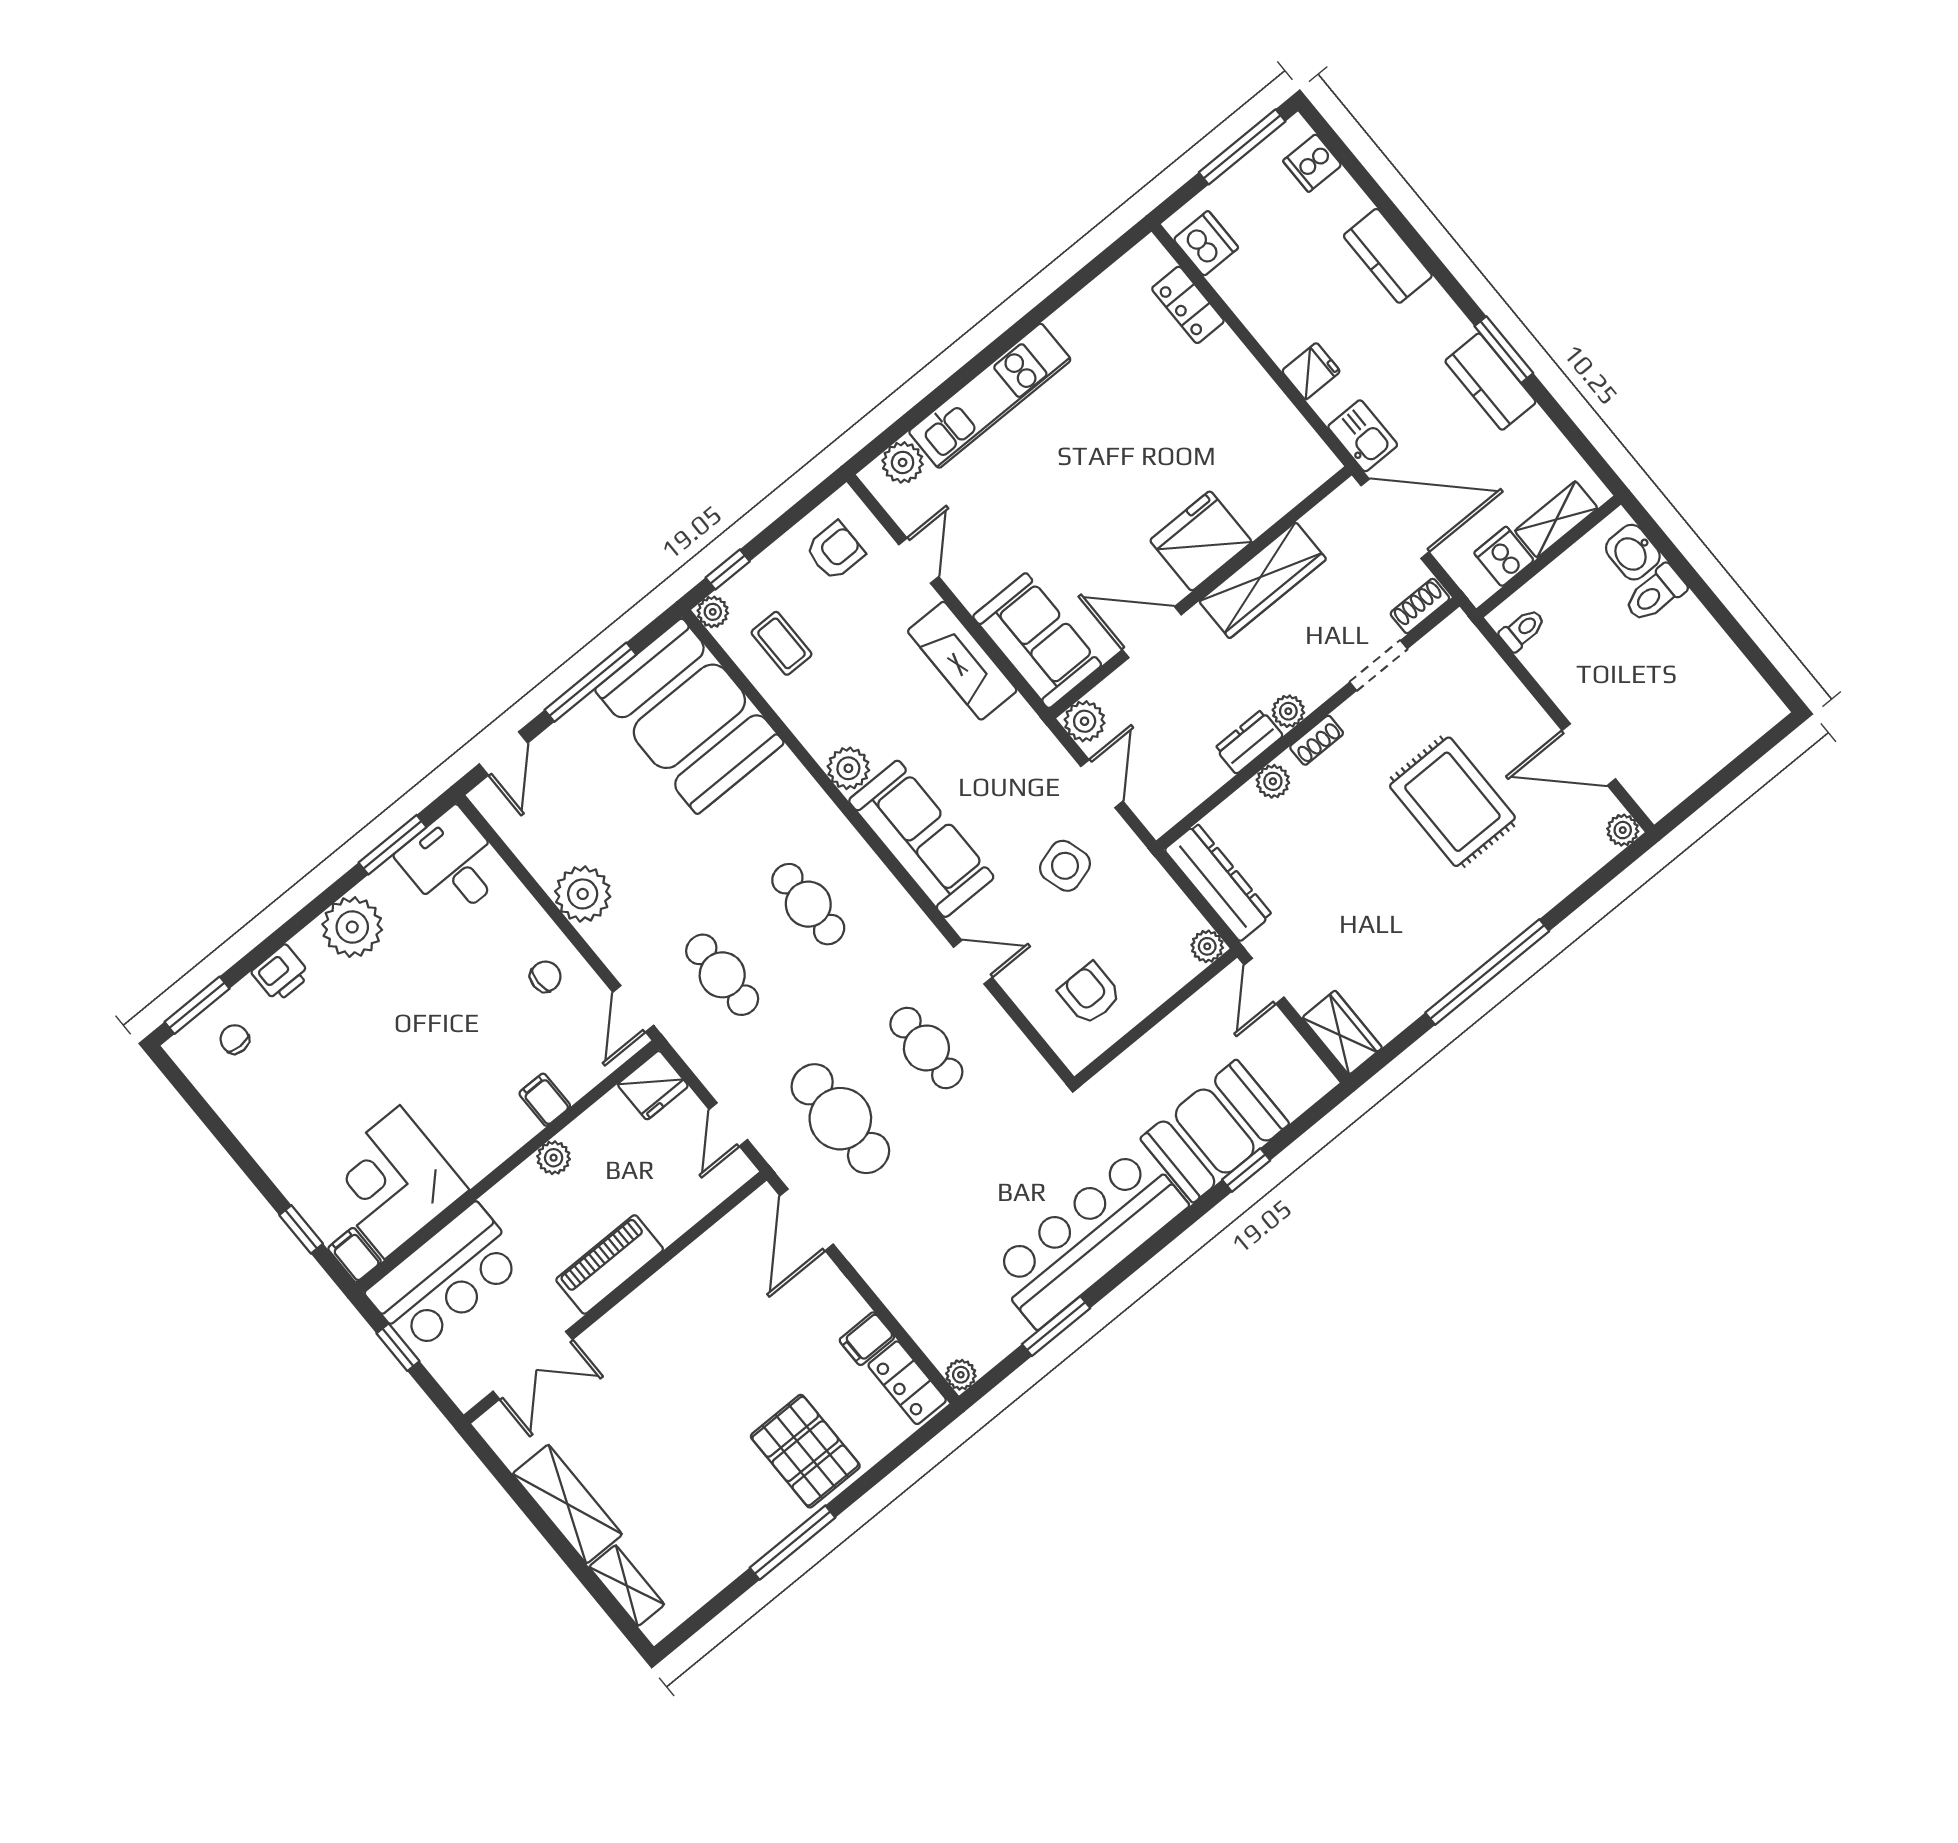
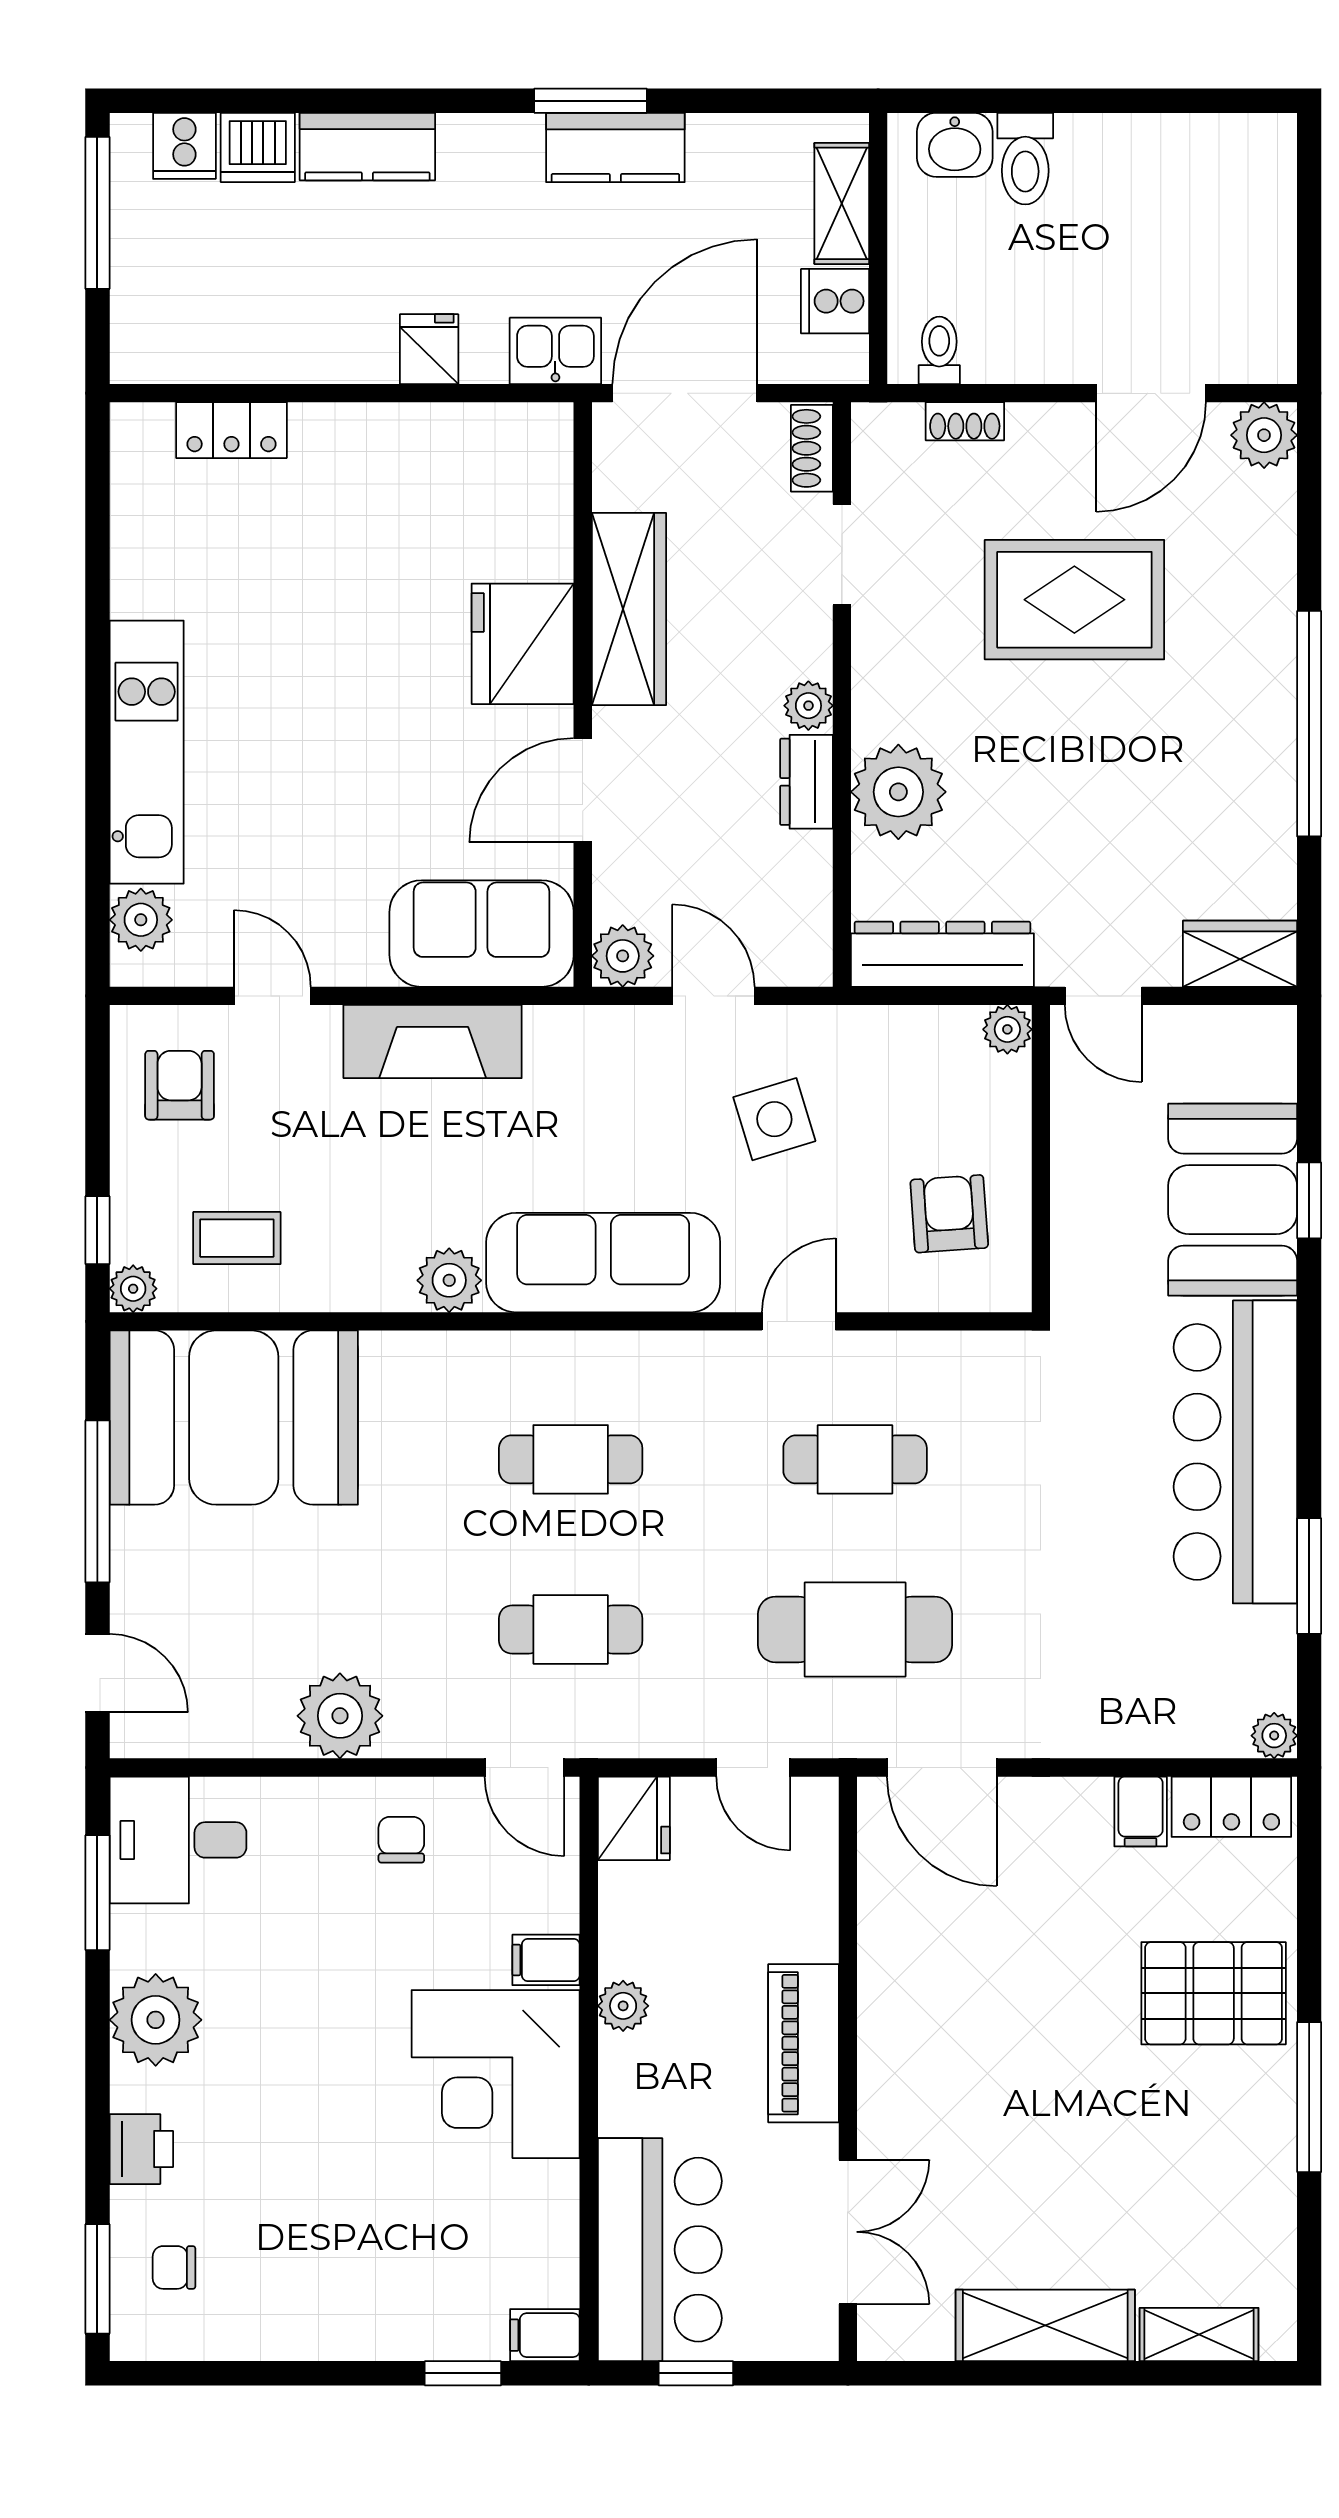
dishwasher: (1206, 243) -> (258, 147), moved, turned 180
shoe rack: (1317, 740) -> (965, 421), moved, turned 90
plant: (1273, 781) -> (898, 792), width x1.88, depth x1.88
plant: (1623, 830) -> (1264, 435), width x1.38, depth x1.38
armchair: (1090, 994) -> (949, 1214), turned 86
corner desk: (392, 1182) -> (496, 2074), moved

